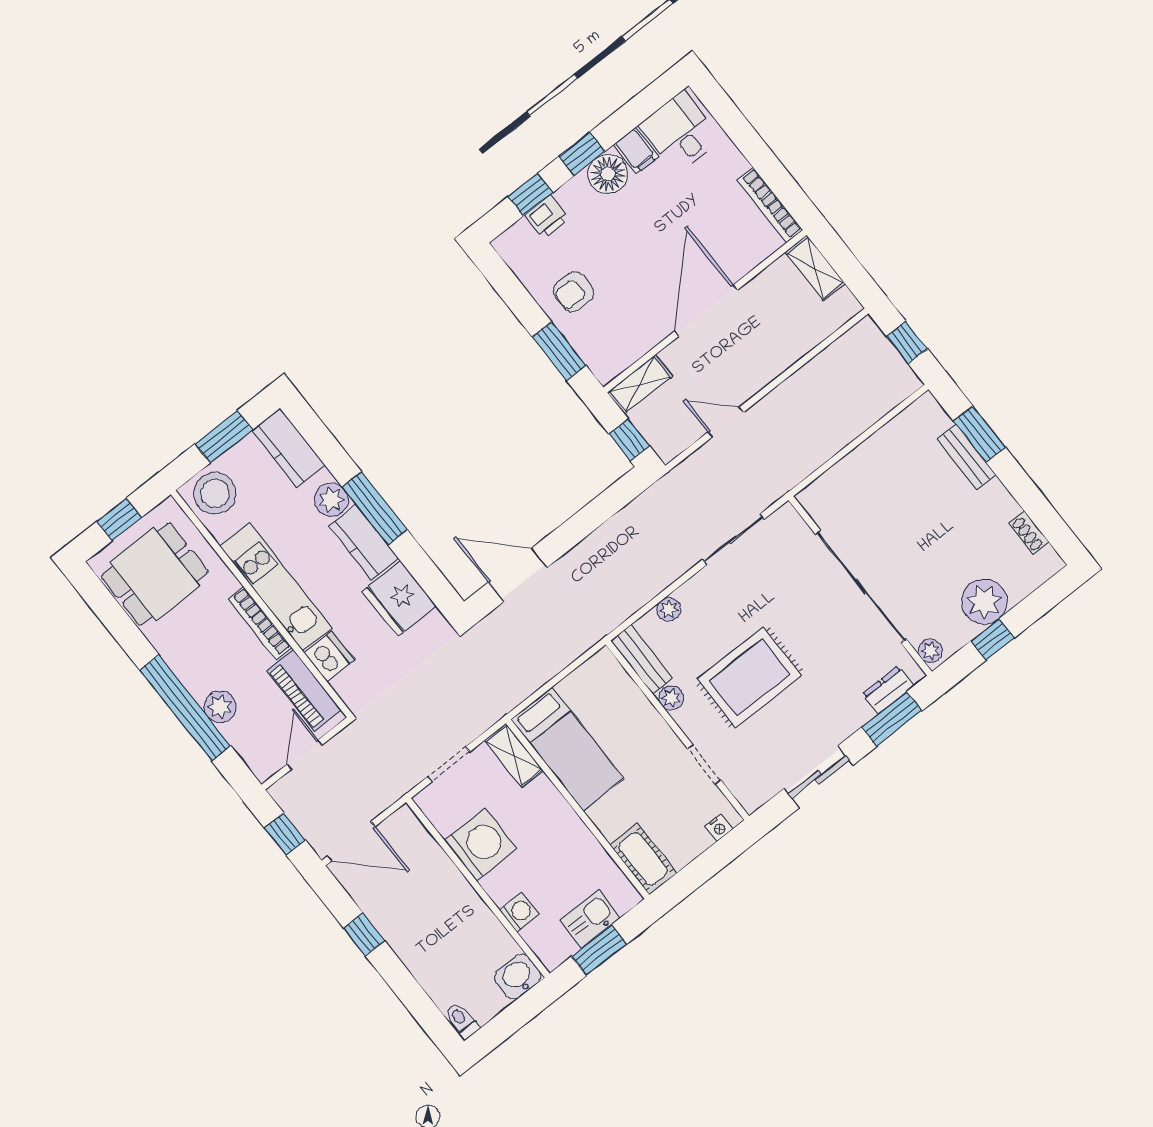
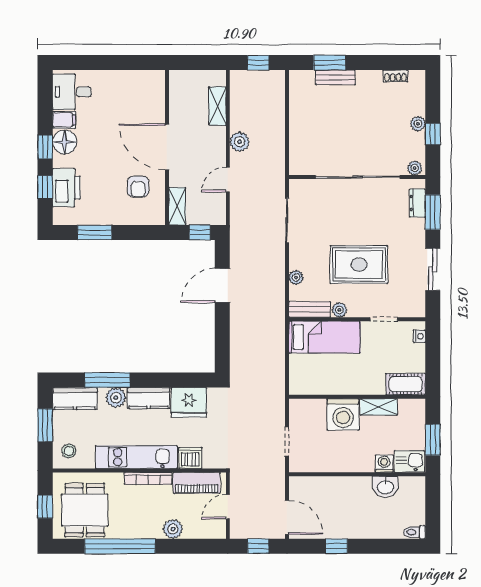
bookcase: (770, 205) -> (141, 76), removed
printer: (547, 217) -> (66, 188), width x1.87, depth x1.48
shelving: (815, 268) -> (217, 106), moved, turned 90
armchair: (574, 292) -> (138, 187), moved
window: (559, 351) -> (95, 232), moved
plant: (786, 399) -> (240, 142), added
stool: (215, 493) -> (69, 451), width x0.53, depth x0.53
window: (375, 508) -> (107, 380), moved
door: (518, 575) -> (222, 285), moved
plant: (984, 602) -> (418, 124), width x0.53, depth x0.53
rug: (750, 677) -> (359, 265), turned 90
window: (185, 708) -> (120, 546), moved
bed: (567, 749) -> (324, 337), moved
door: (305, 755) -> (228, 507), hinge flipped
shelving: (514, 755) -> (379, 407), moved
door: (351, 841) -> (287, 517), hinge flipped
washing machine: (481, 845) -> (343, 414), moved, turned 180
kitchen sink: (590, 919) -> (409, 461), moved, turned 90
washbasin: (518, 977) -> (385, 487), moved, turned -90

